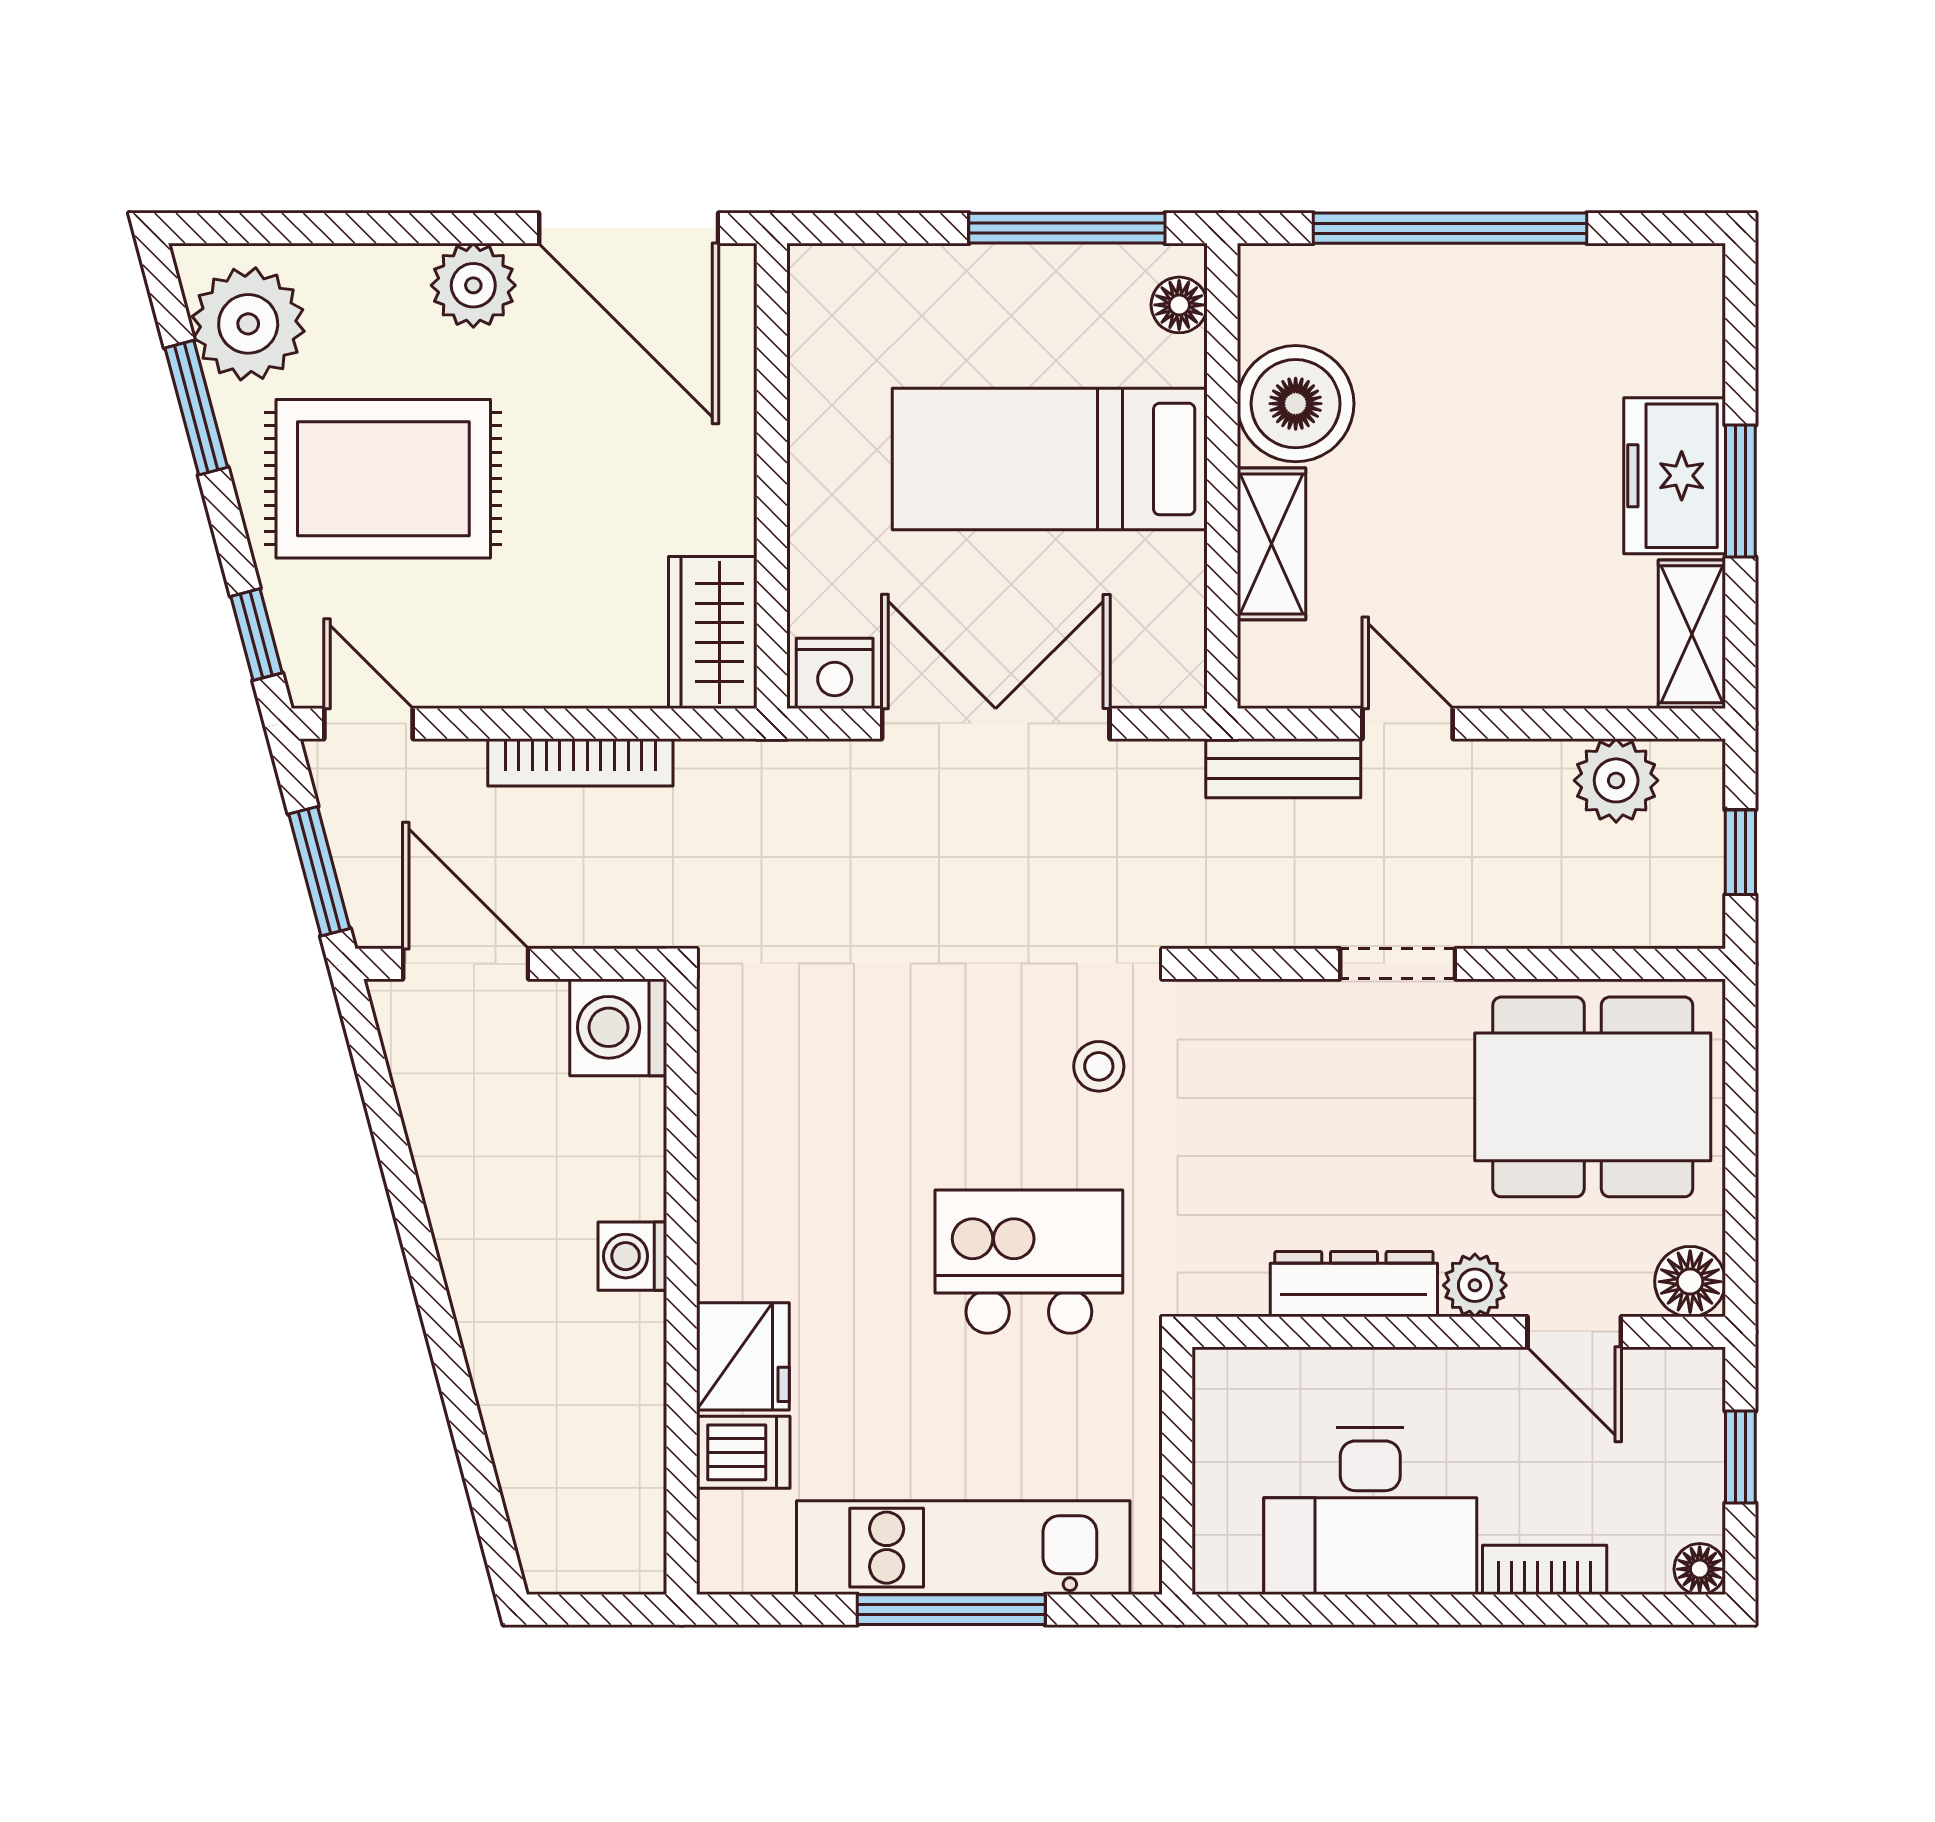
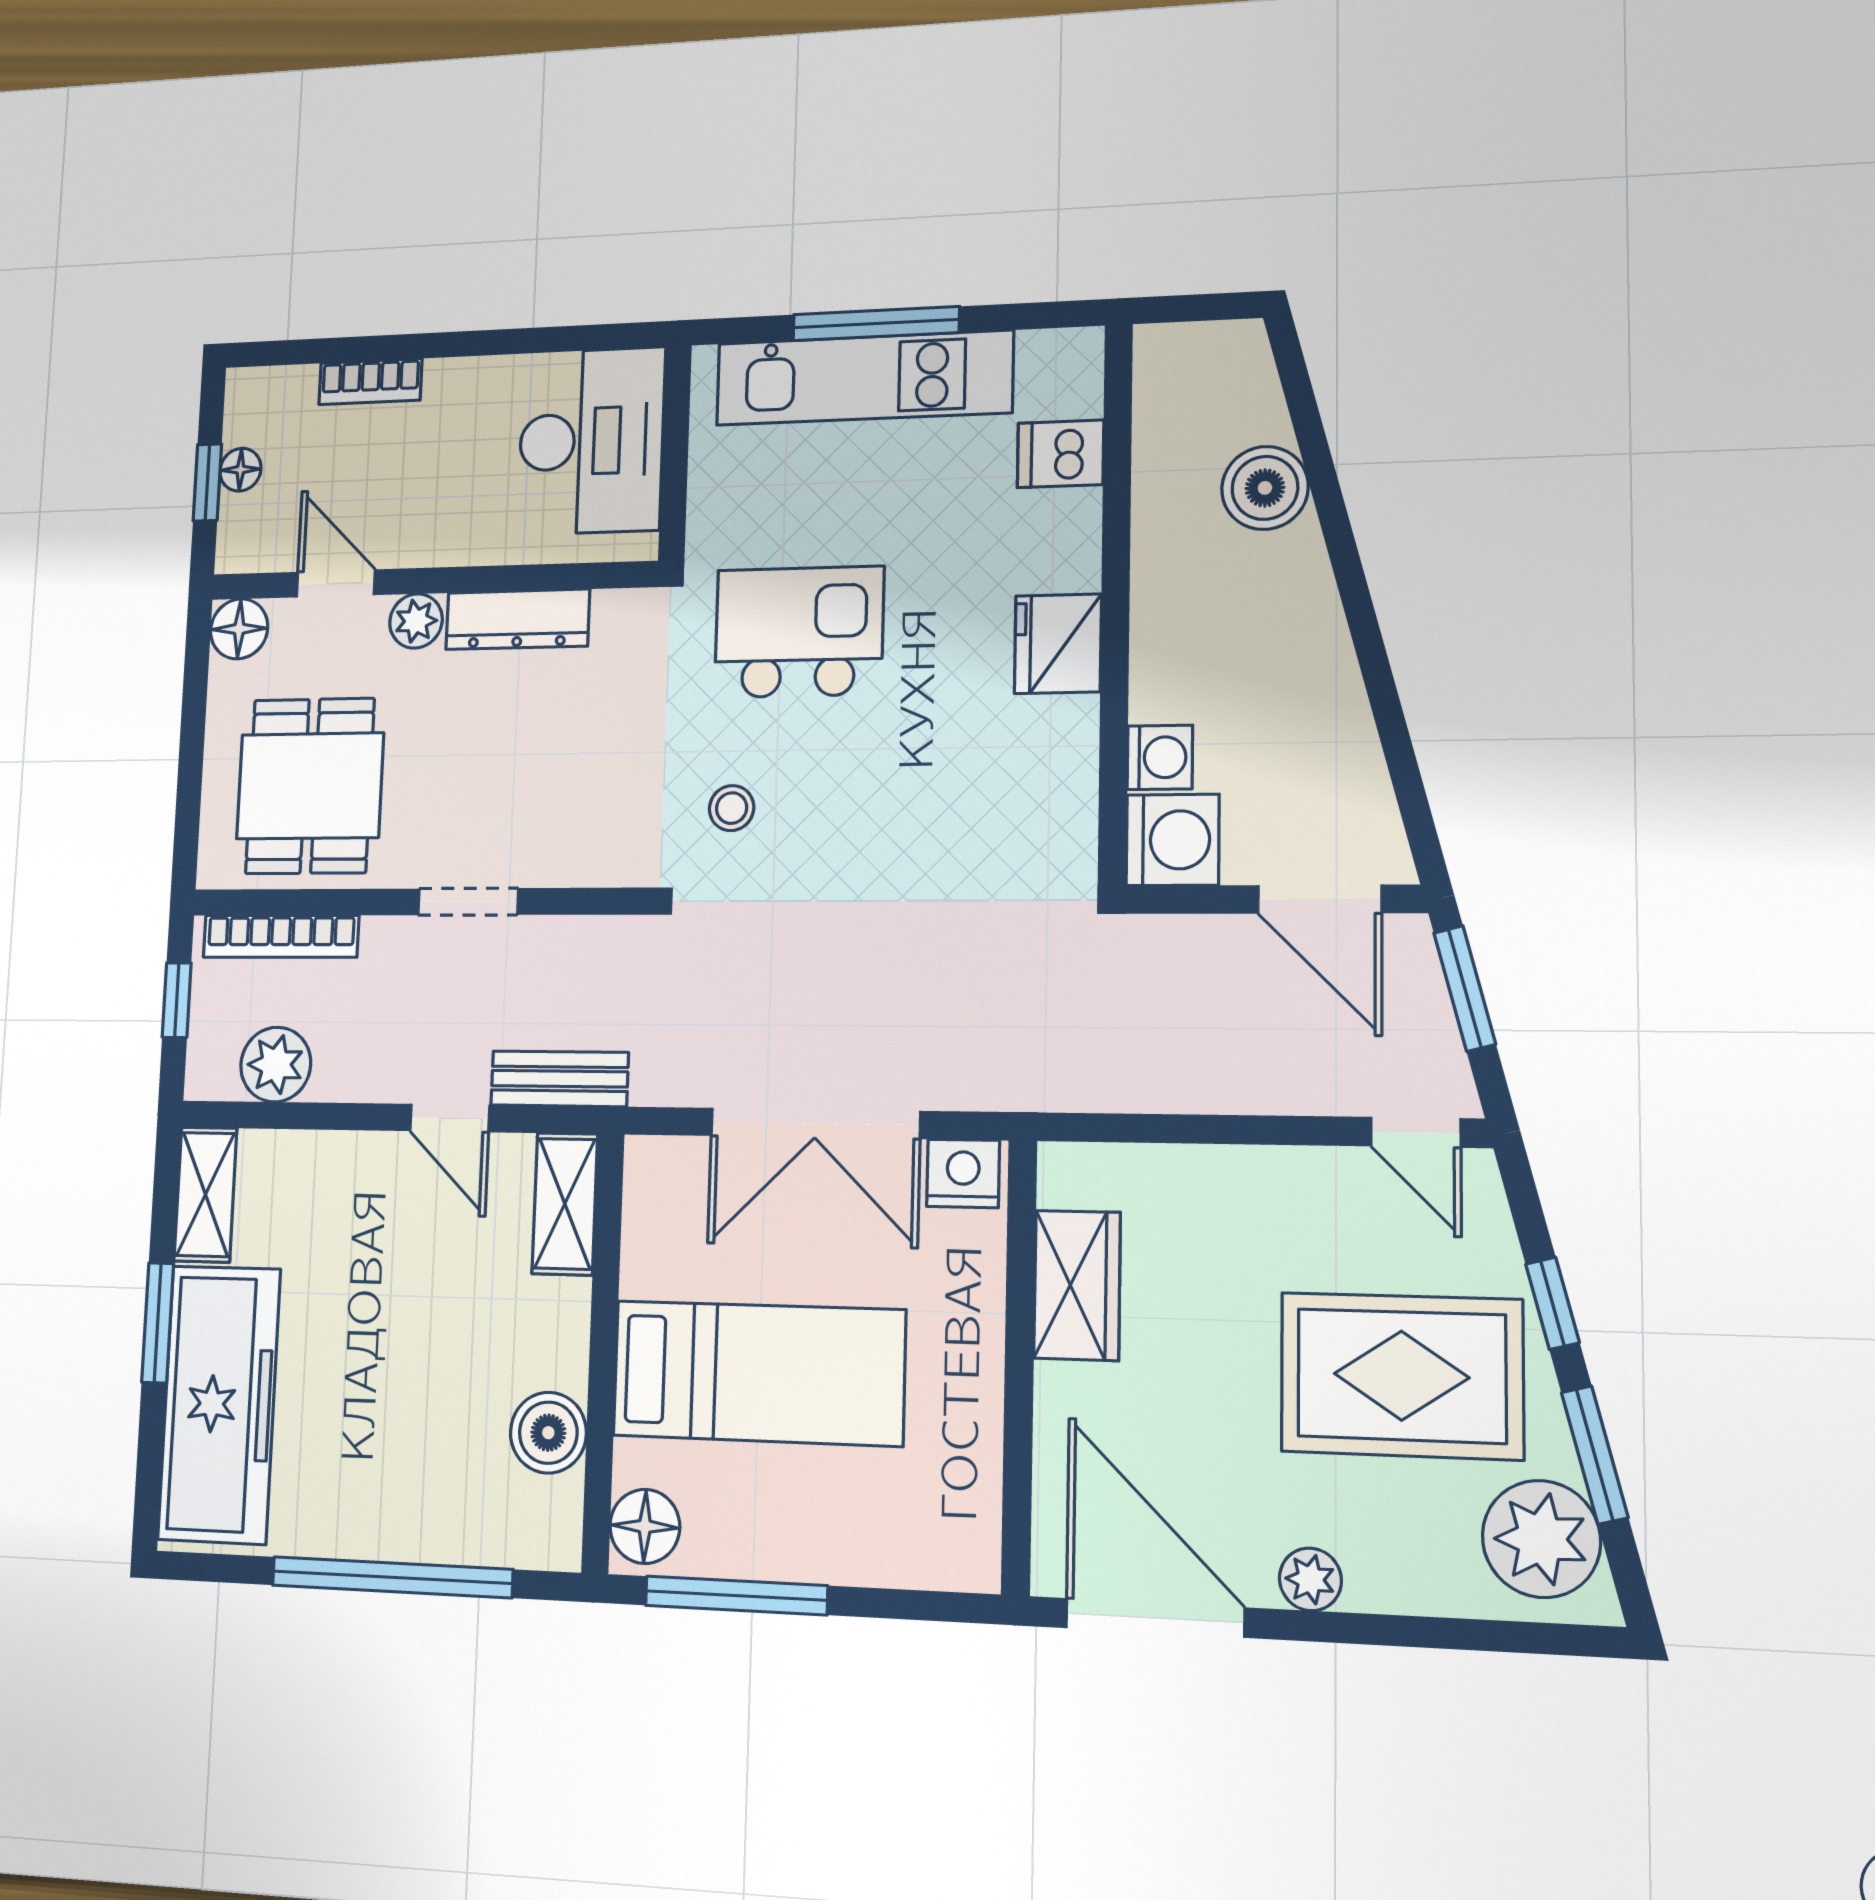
plant: (473, 285) -> (1310, 1579), width x0.73, depth x0.73
floor lamp: (1179, 305) -> (645, 1526), width x1.37, depth x1.37
boiler: (1296, 404) -> (548, 1433), width x0.73, depth x0.73
freezer: (1675, 476) -> (219, 1404), width x1.91, depth x1.26
shelving: (1271, 544) -> (565, 1204), moved
wardrobe: (713, 633) -> (1077, 1285), moved
window: (256, 635) -> (1553, 1303), moved
bookcase: (580, 762) -> (281, 936), moved, turned 180
dining table: (1593, 1097) -> (310, 786), width x0.73
washing machine: (632, 1256) -> (1160, 757), moved
kitchen island: (1029, 1262) -> (799, 632), turned 180
fridge: (743, 1356) -> (1058, 644), moved
boiler: (524, 1406) -> (1265, 488), added
desk: (1370, 1511) -> (591, 441), moved, turned 90
floor lamp: (1700, 1569) -> (240, 470), moved

